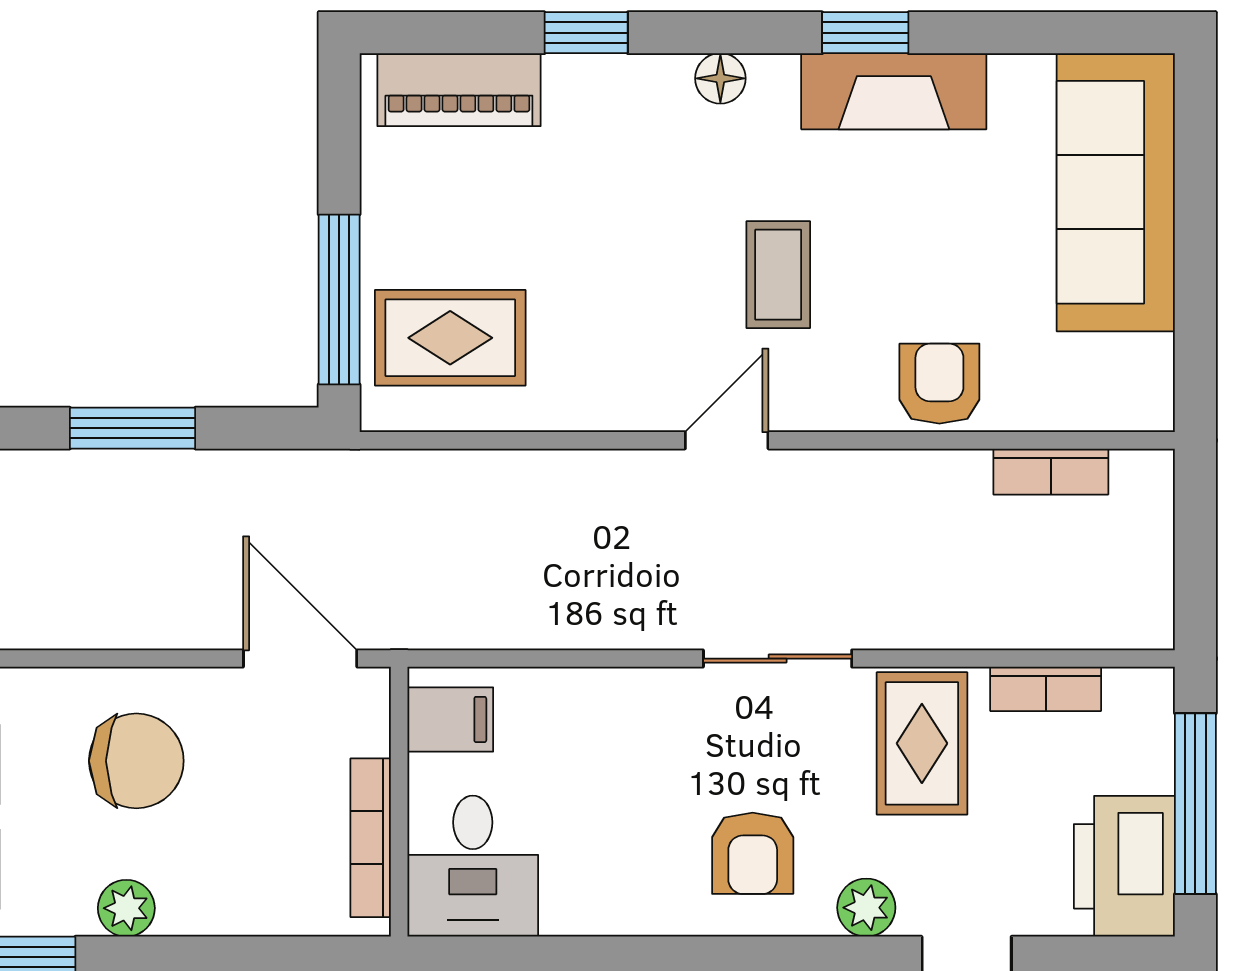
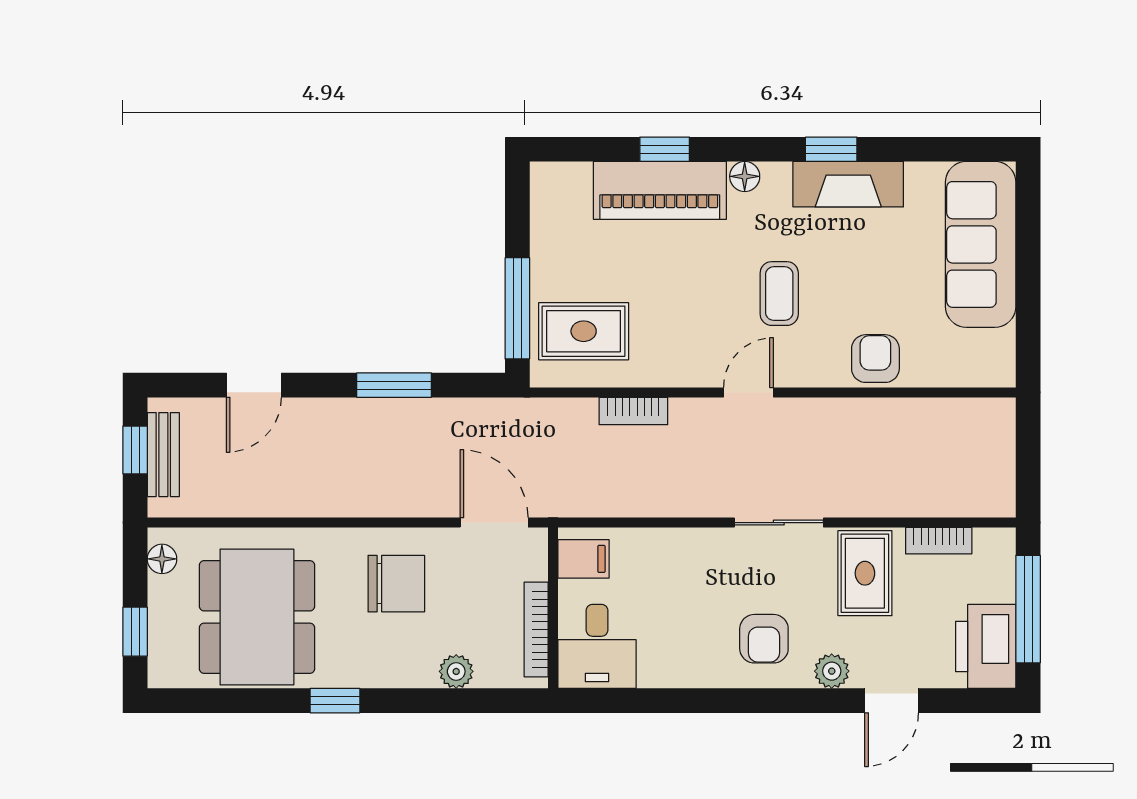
piano: (459, 90) -> (660, 190), moved, width x1.37, depth x1.33
bookcase: (1051, 472) -> (633, 411), moved
plant: (126, 908) -> (456, 671), moved

